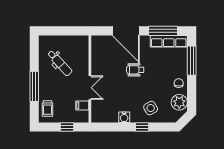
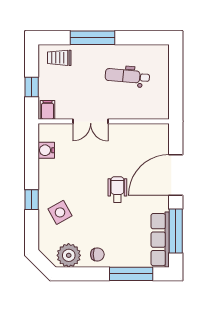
dental chair: (60, 63) -> (127, 76), turned 48
filing cabinet: (82, 105) -> (48, 110), moved
water cooler: (124, 117) -> (46, 150), moved

